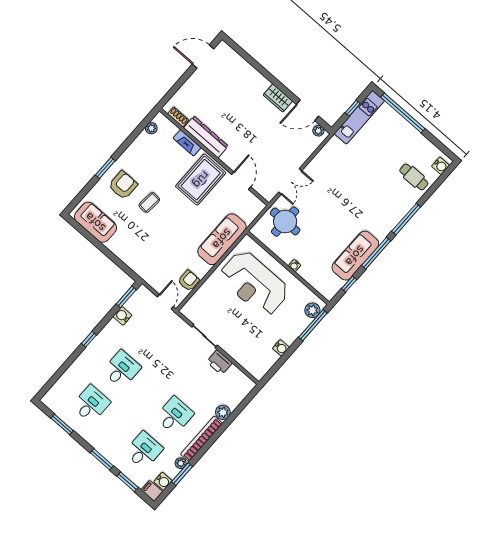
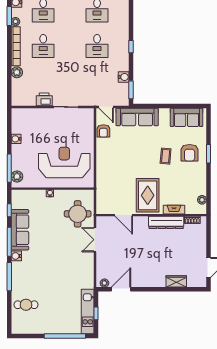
wardrobe: (278, 98) -> (176, 281), moved
water cooler: (441, 166) -> (16, 256), moved
sofa: (222, 239) -> (137, 117), moved, turned 90

